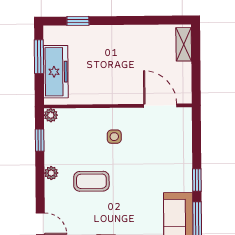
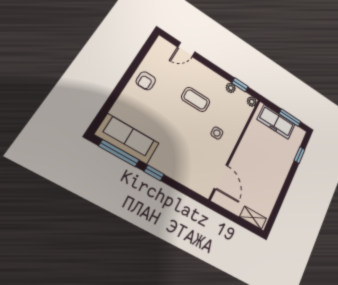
door: (160, 106) -> (221, 177), hinge flipped
plant: (51, 173) -> (231, 88), moved
coffee table: (91, 181) -> (196, 99), turned 90

